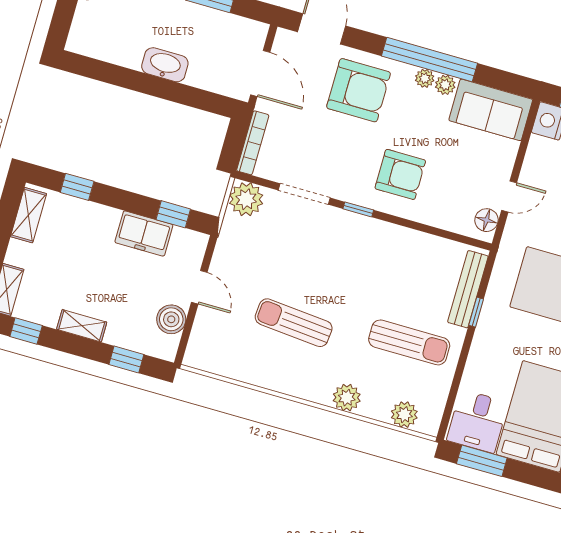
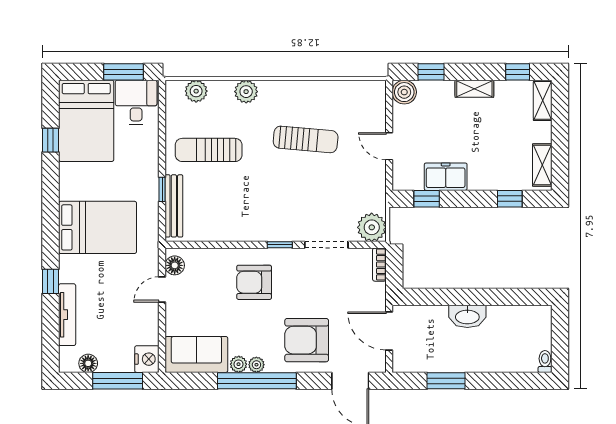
bookcase: (253, 143) -> (379, 265), width x0.64
boiler: (171, 319) -> (404, 92), moved

